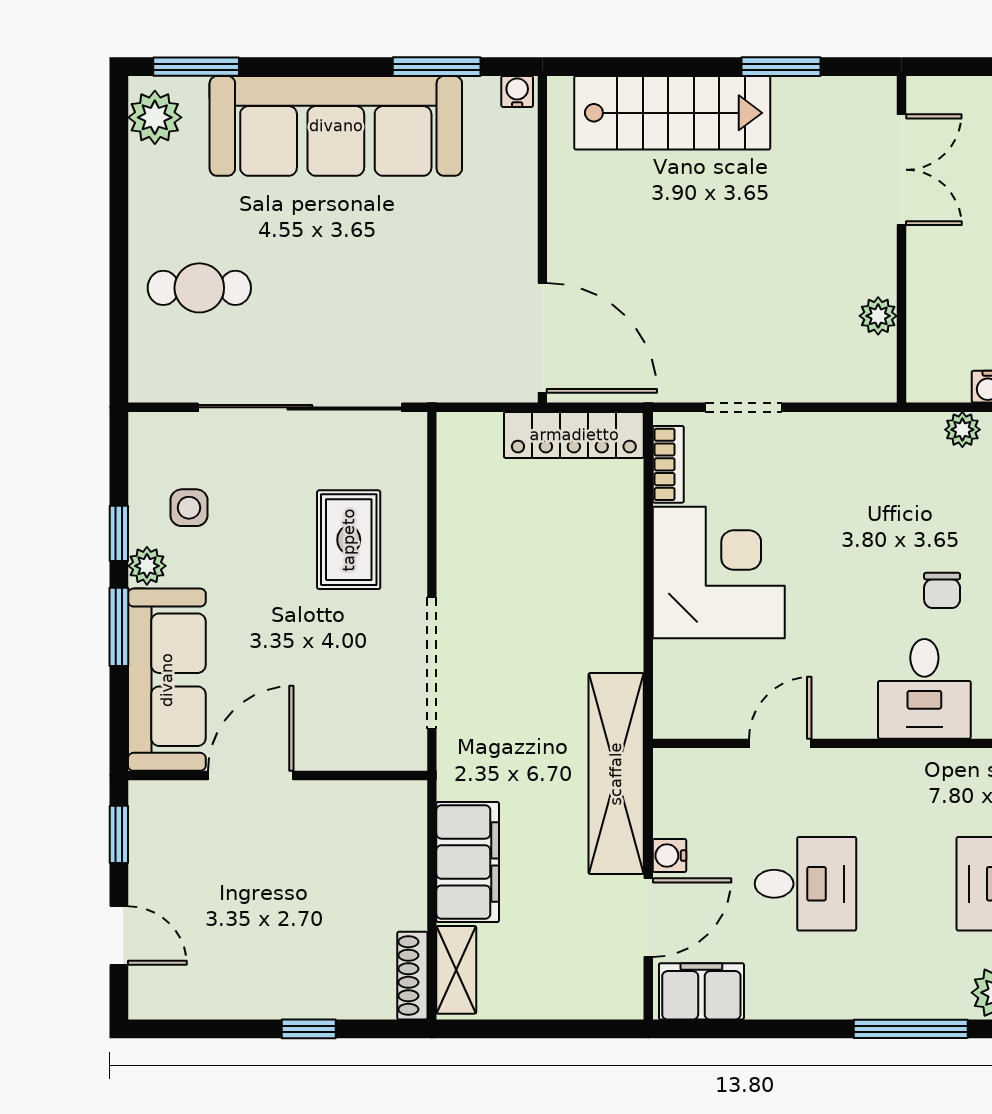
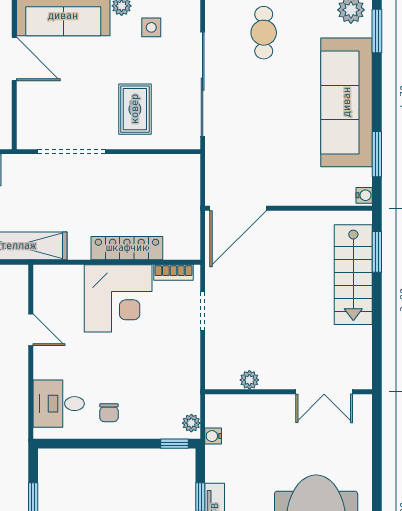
window: (781, 67) -> (377, 252), moved
locker: (574, 435) -> (127, 248), moved, turned 90
rug: (349, 540) -> (135, 109), turned 90
chair: (942, 590) -> (109, 413), turned -90

